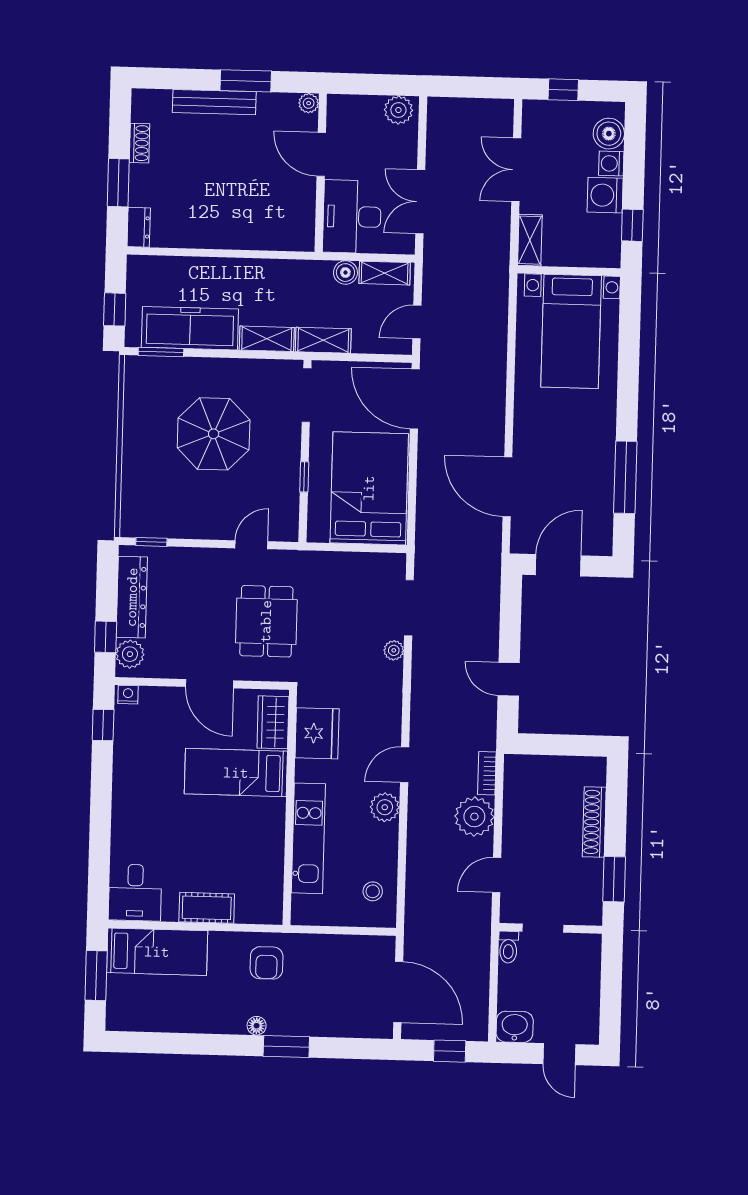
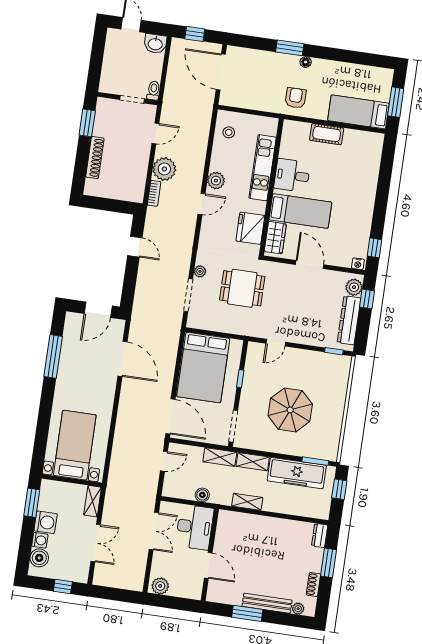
plant: (309, 103) -> (298, 609), moved
window: (632, 225) -> (32, 503), width x1.50
shelving: (385, 273) -> (247, 502), moved
dining table: (266, 621) -> (242, 288), moved, turned 90
desk: (135, 893) -> (292, 175), moved, turned -90

